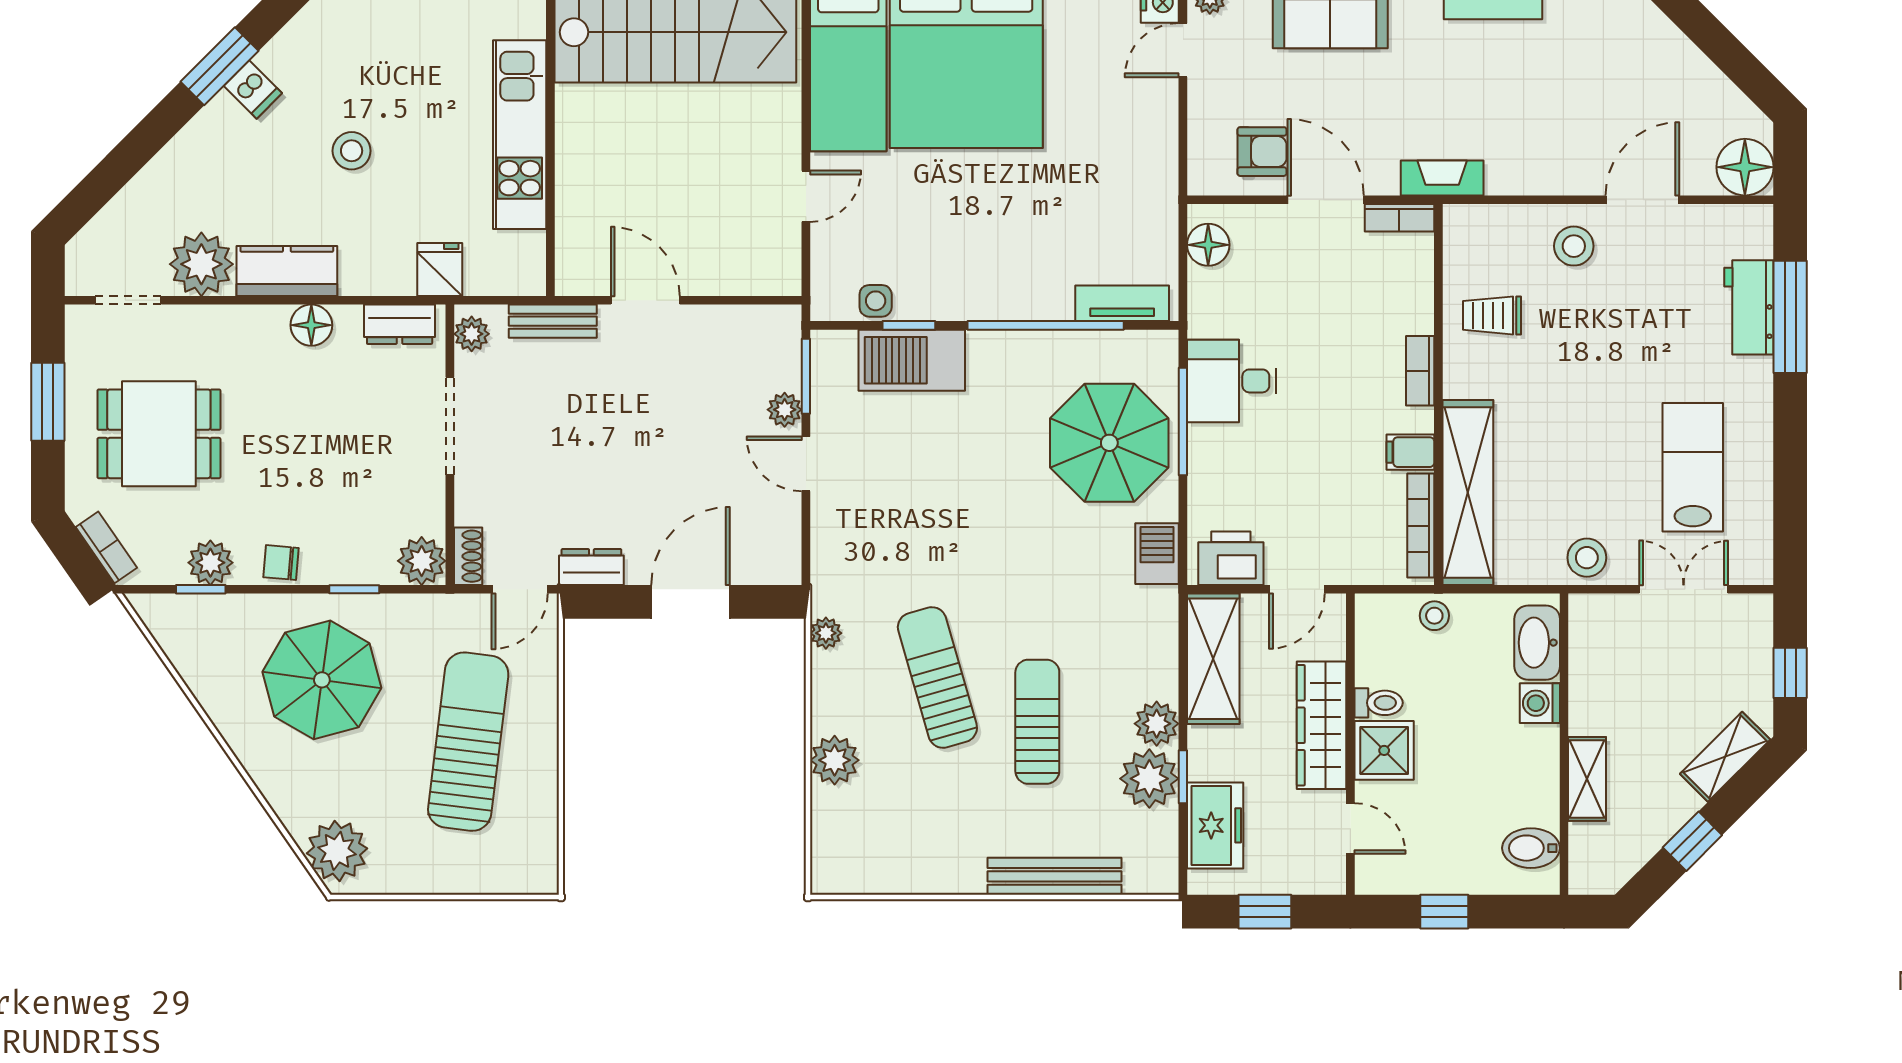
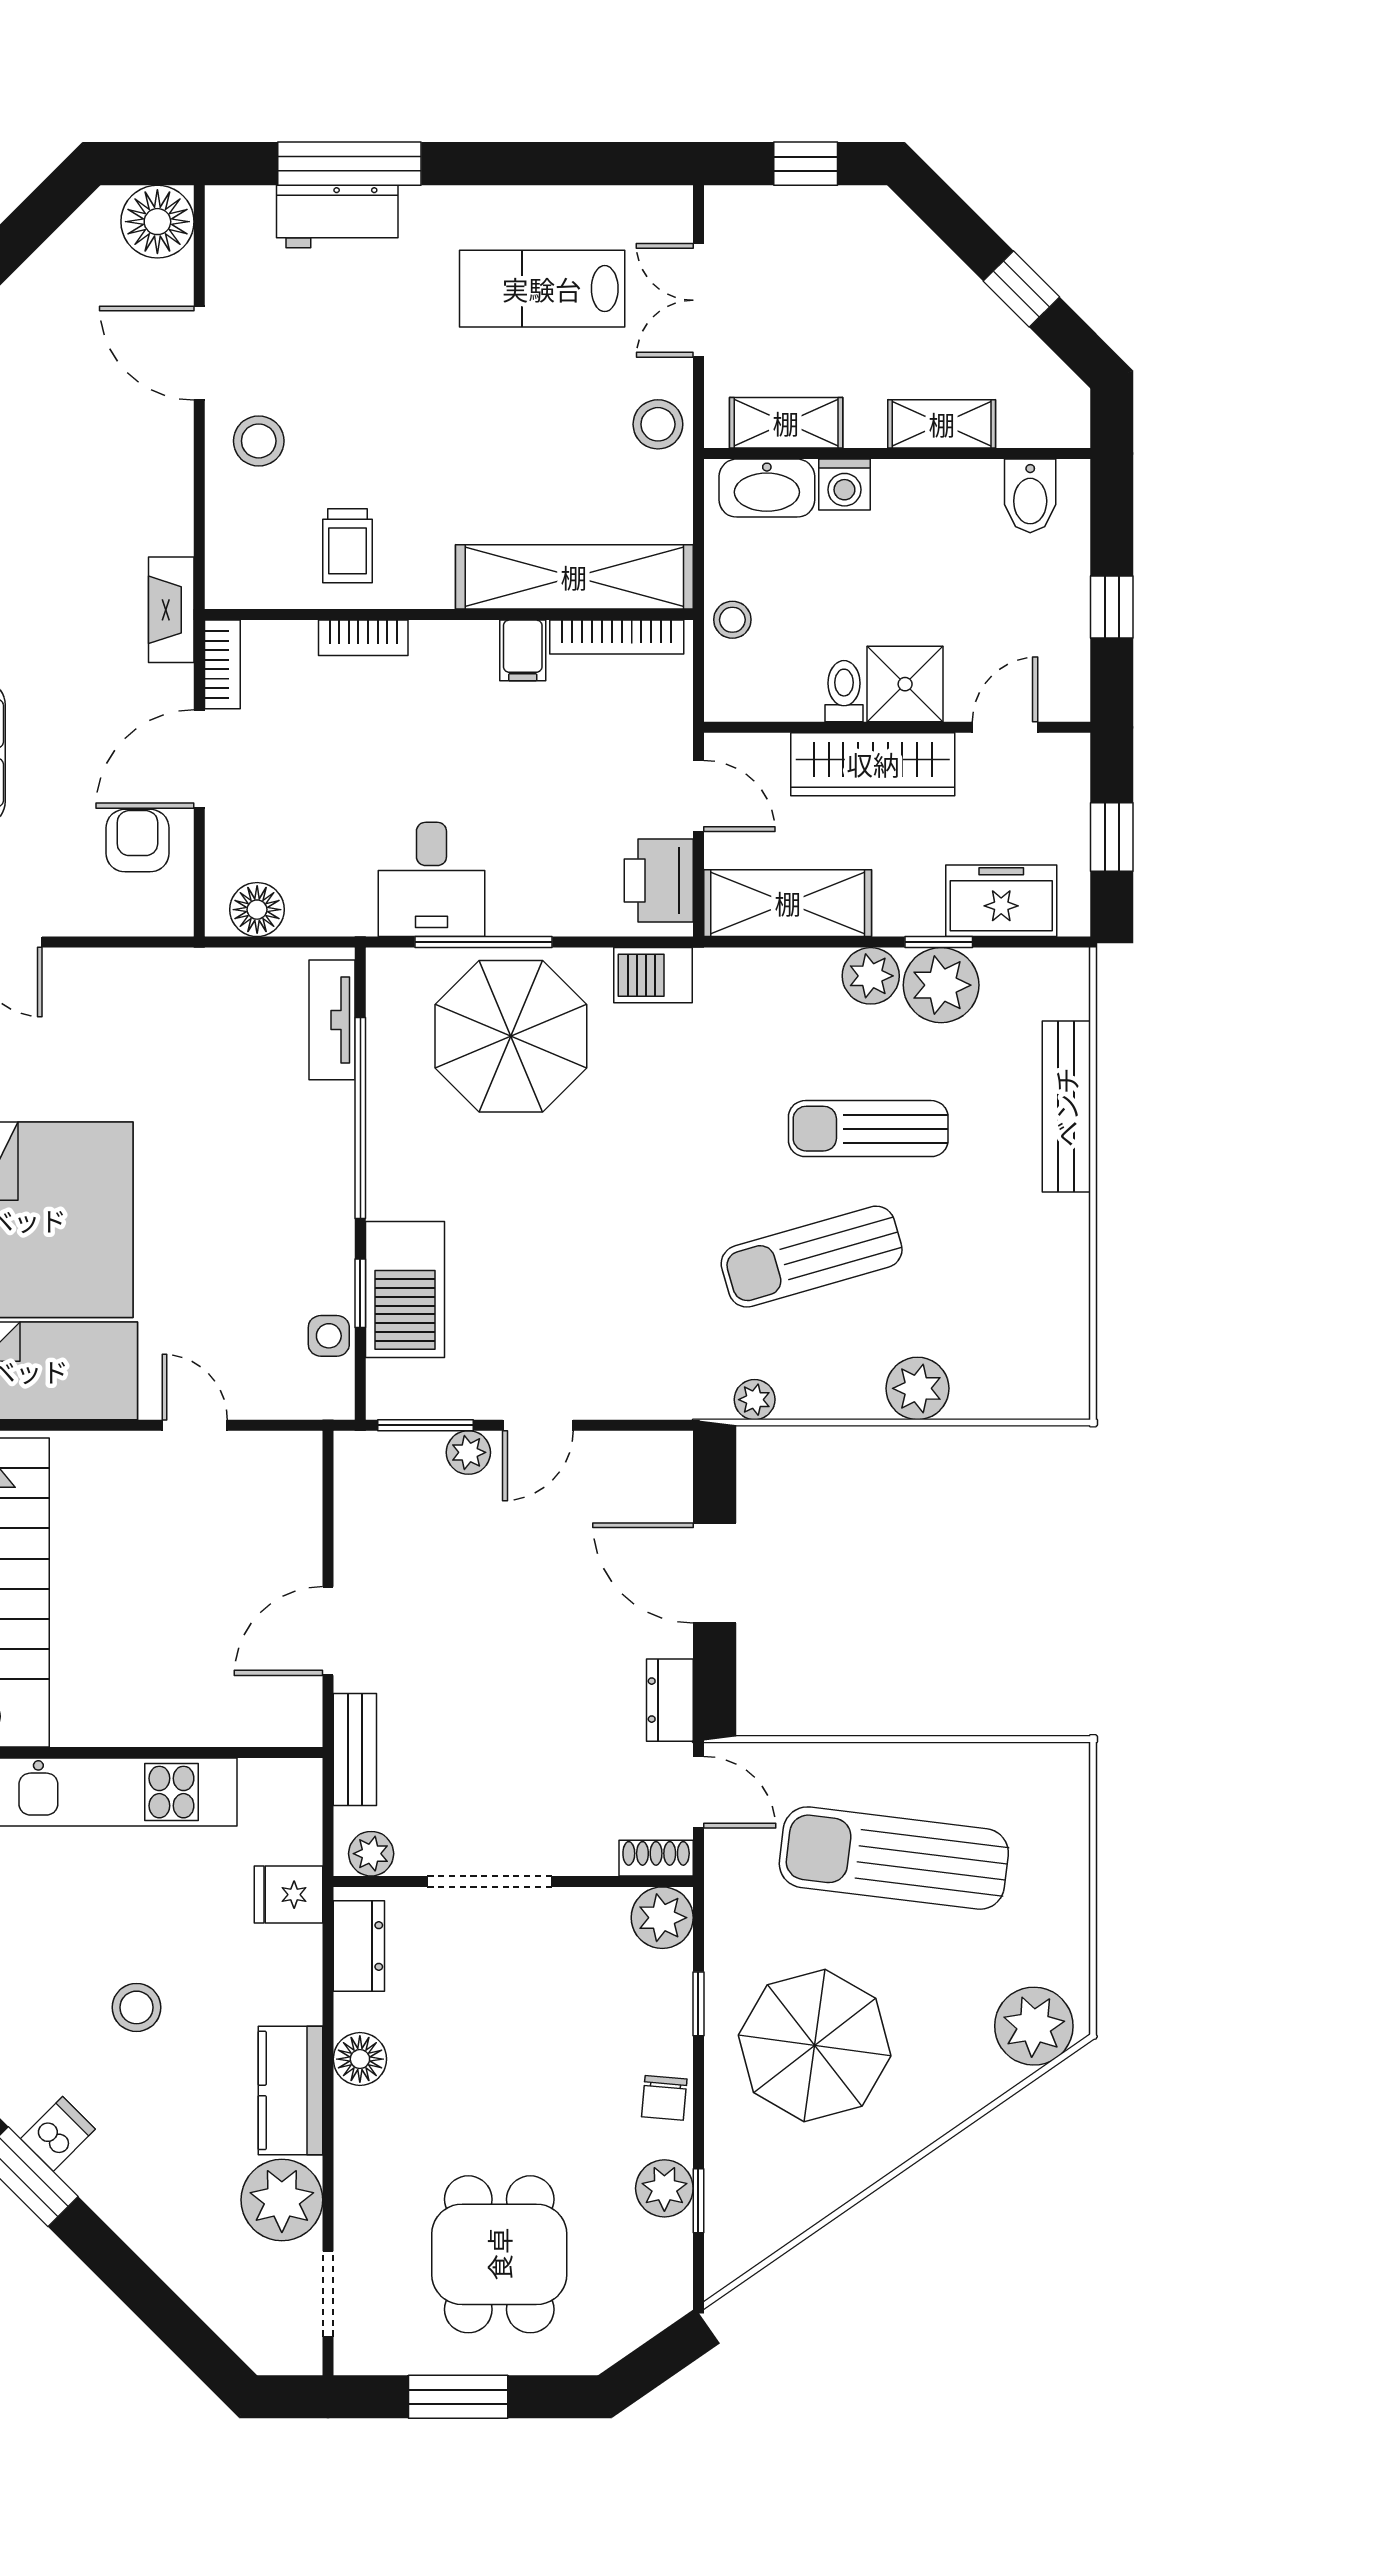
bookcase: (1420, 371) -> (363, 638), moved
bookcase: (106, 547) -> (645, 2322), removed
shelving: (1725, 757) -> (786, 423), moved, turned -45

